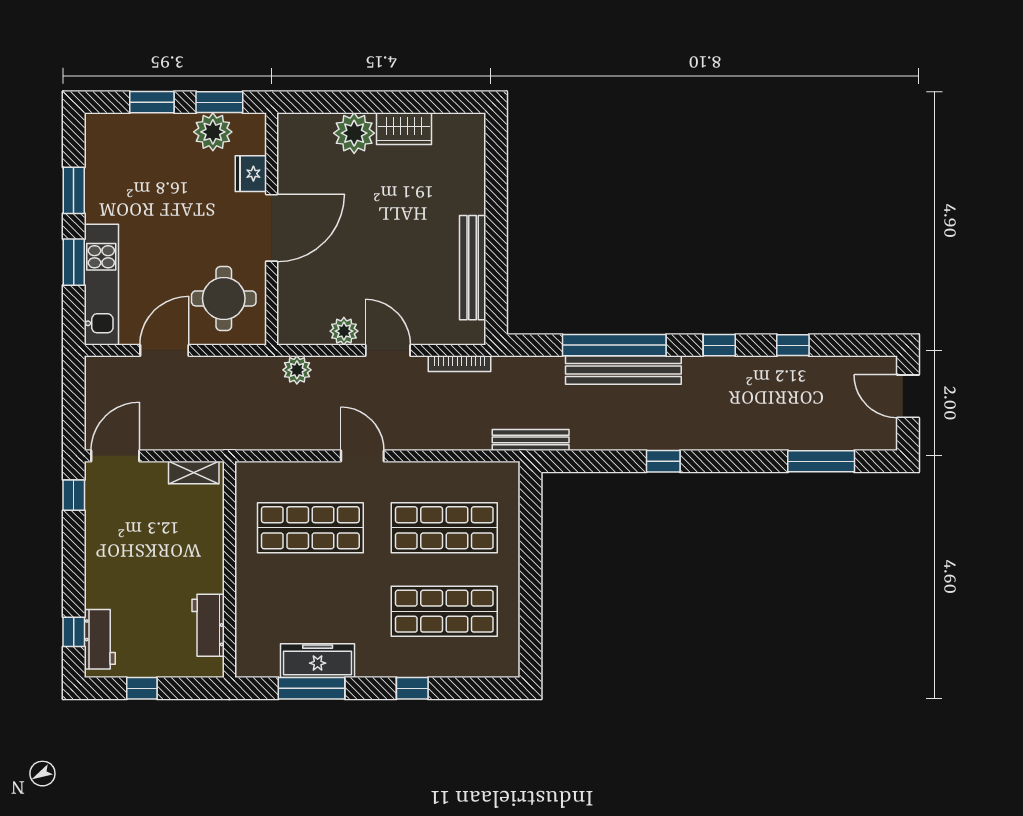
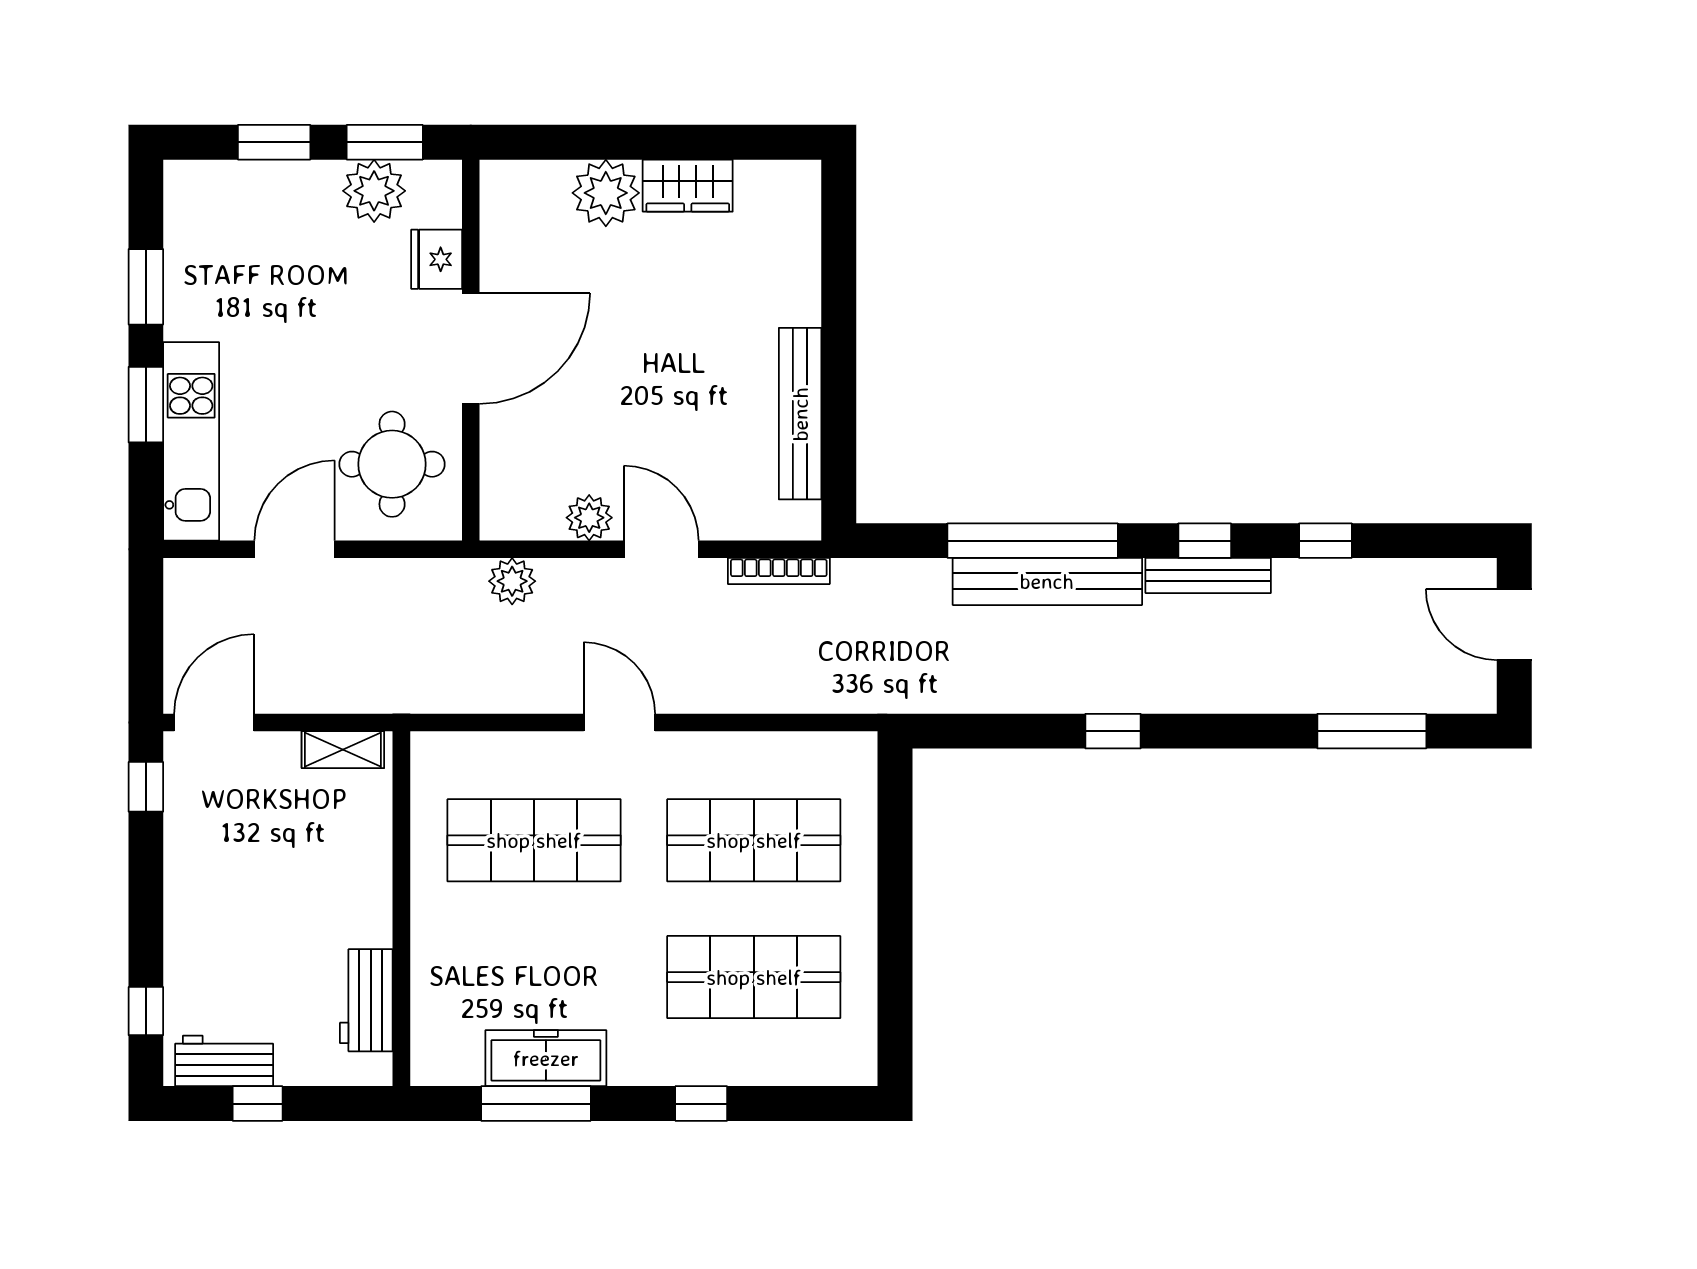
bench: (531, 440) -> (1208, 575), moved
workbench: (100, 639) -> (224, 1061), moved, turned -90

